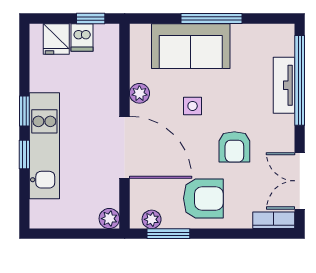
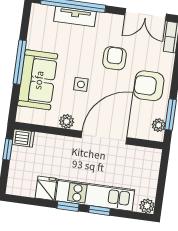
dishwasher: (82, 37) -> (23, 138), moved
fridge: (56, 39) -> (46, 188), moved, turned -90
armchair: (234, 147) -> (115, 58), turned -90
armchair: (203, 198) -> (149, 86), turned -90
plant: (109, 219) -> (147, 206), moved

